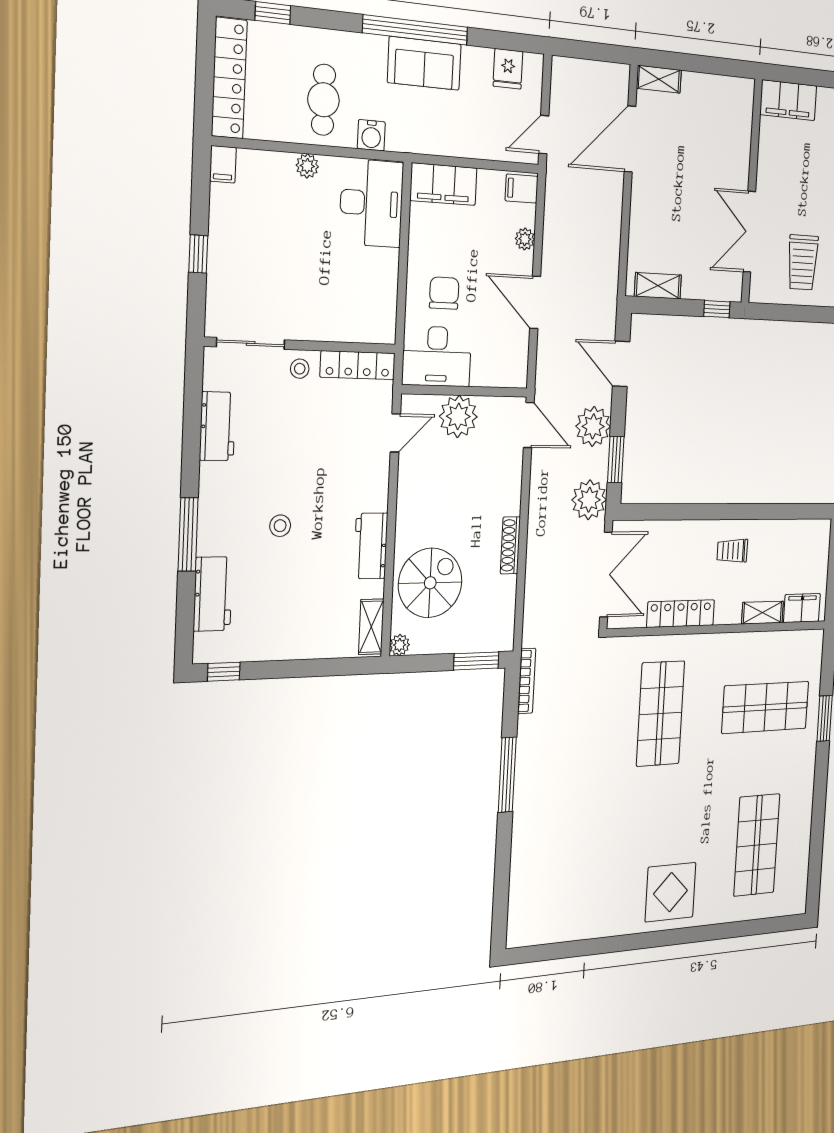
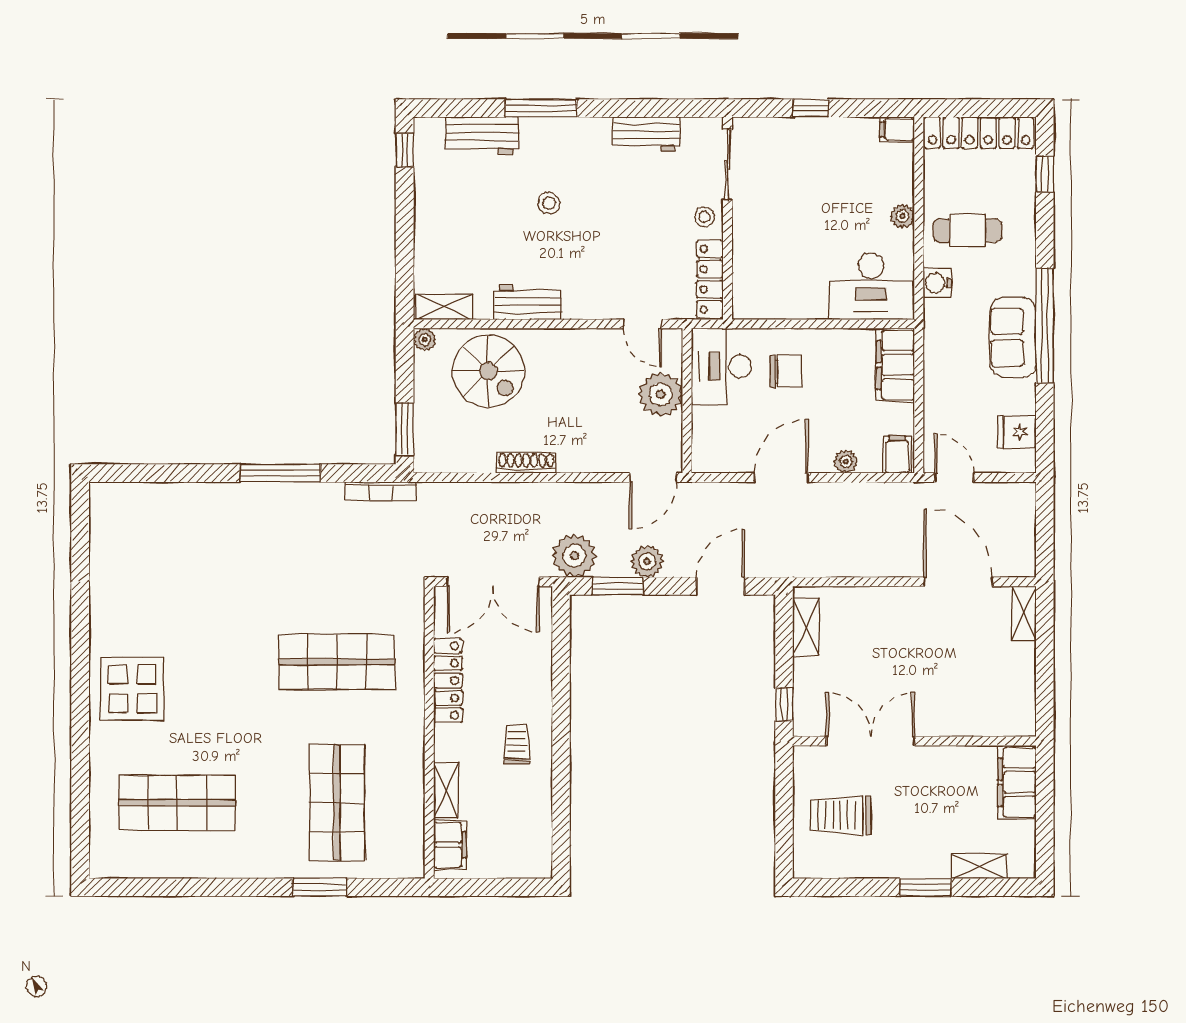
plant: (593, 426) -> (647, 561), width x0.73, depth x0.73

